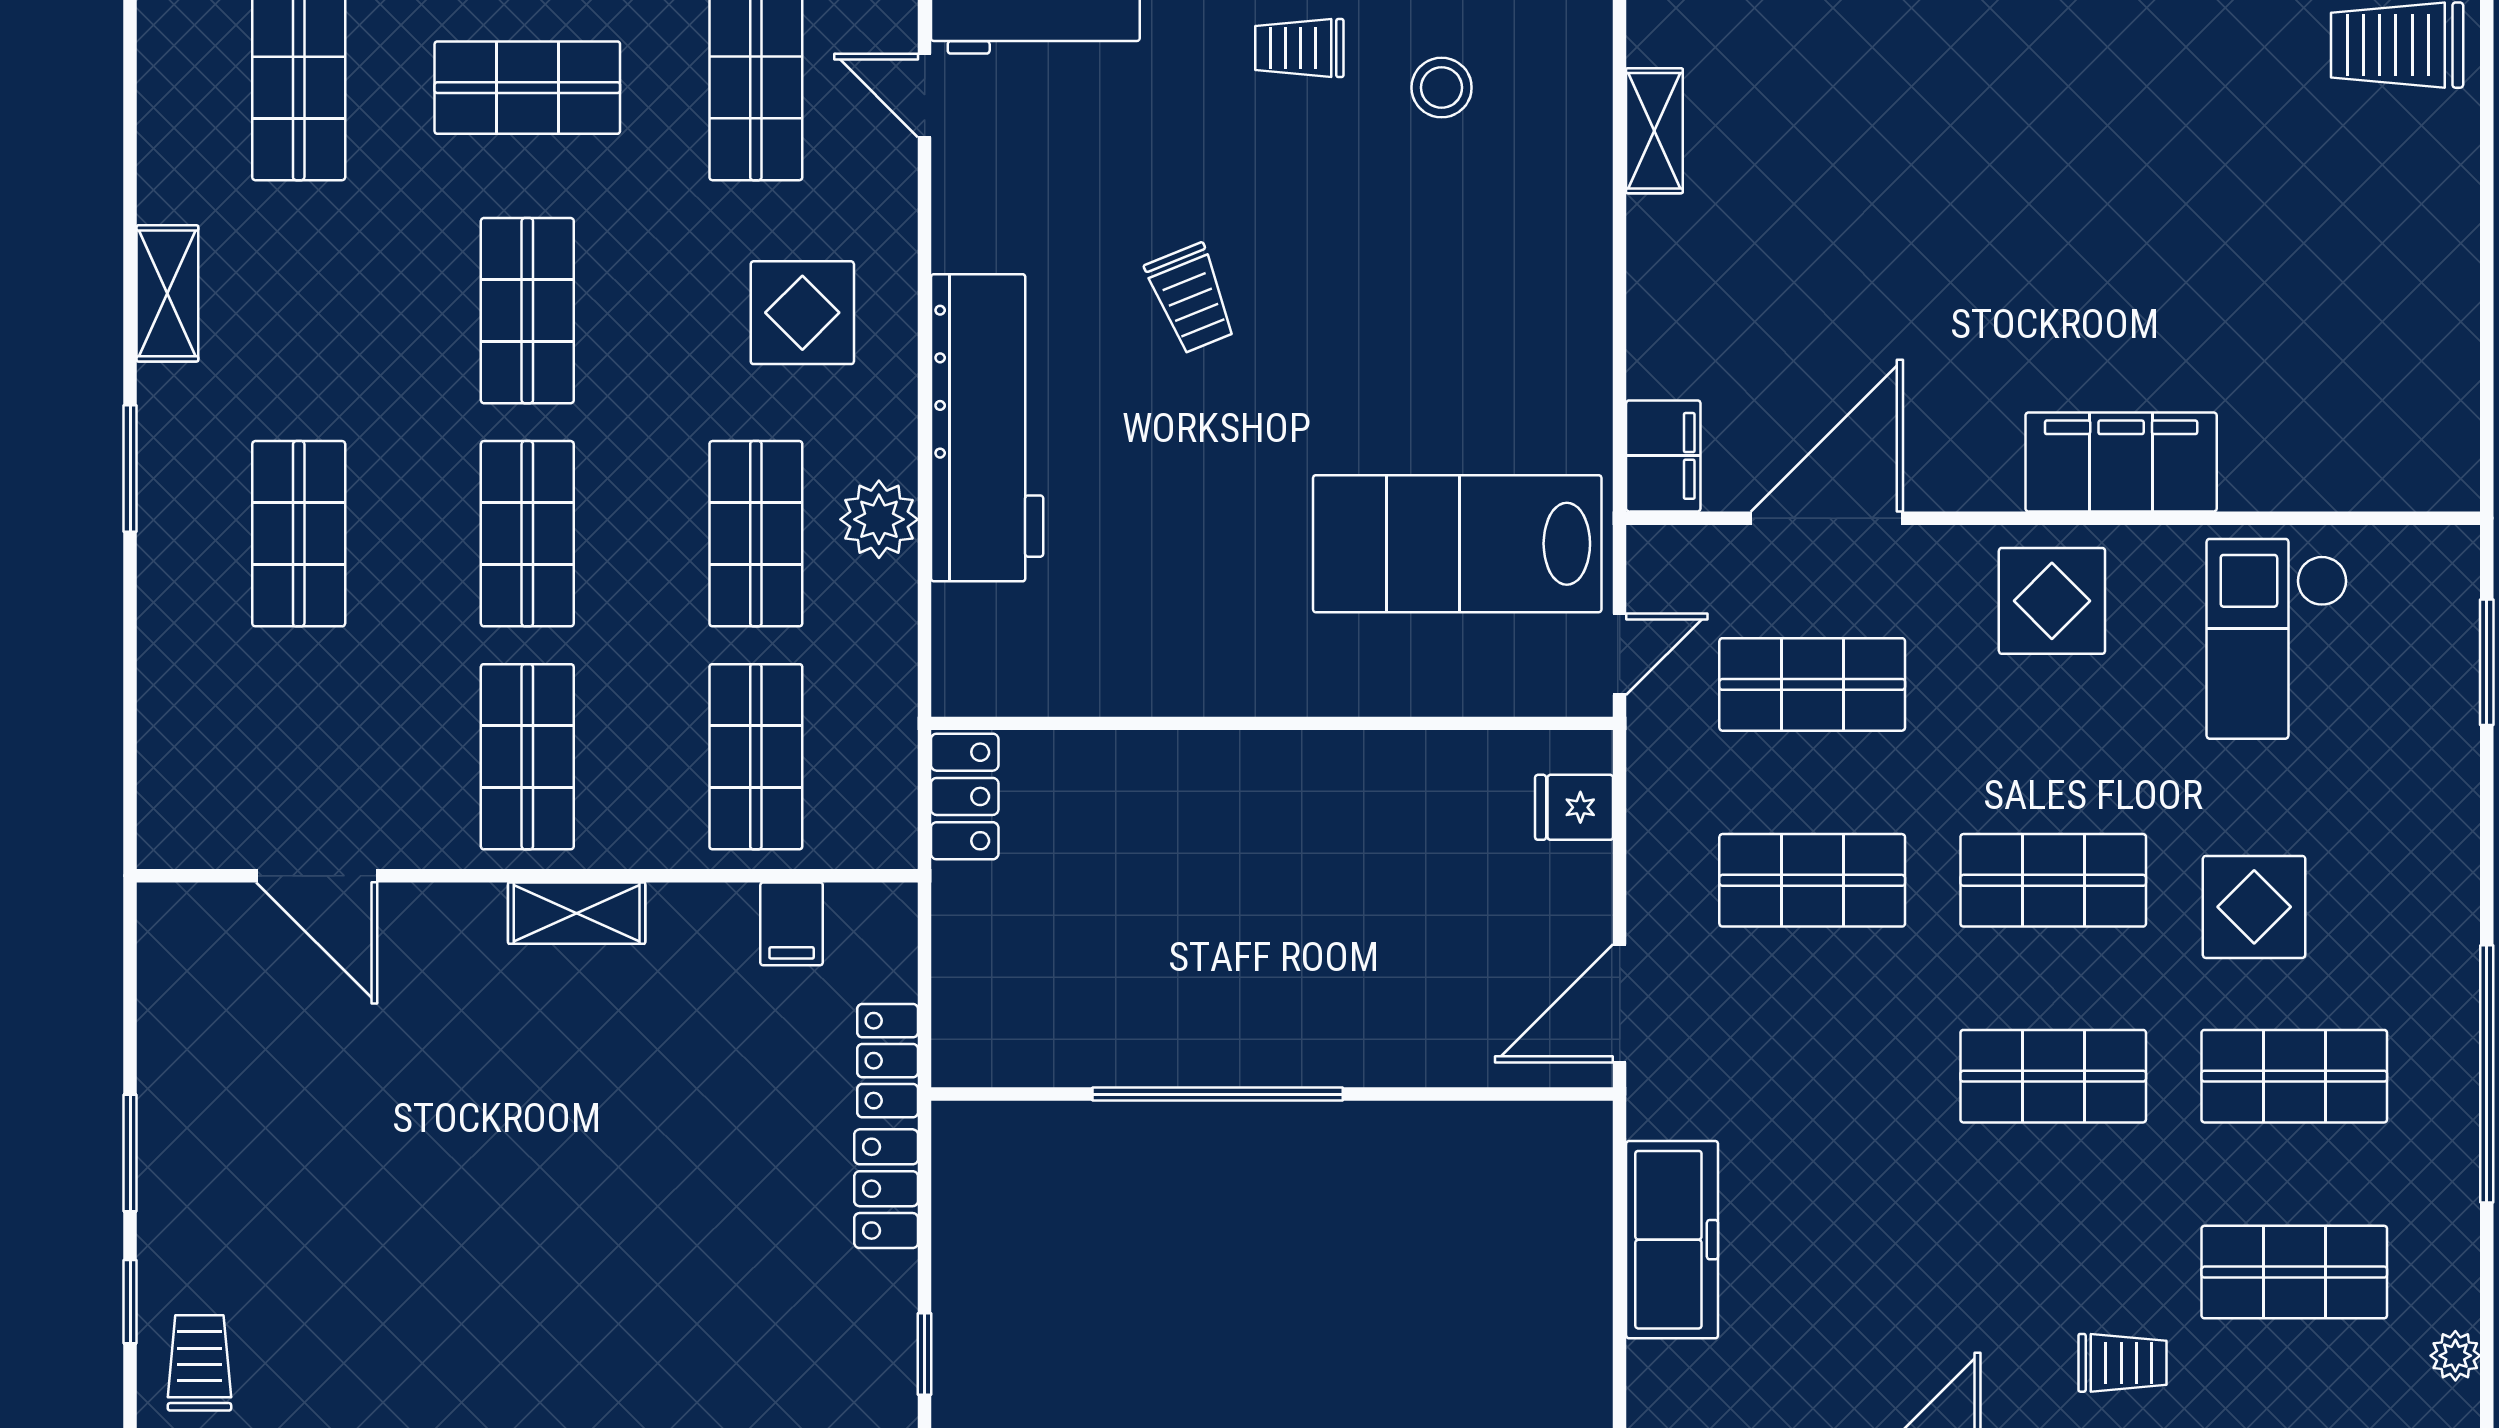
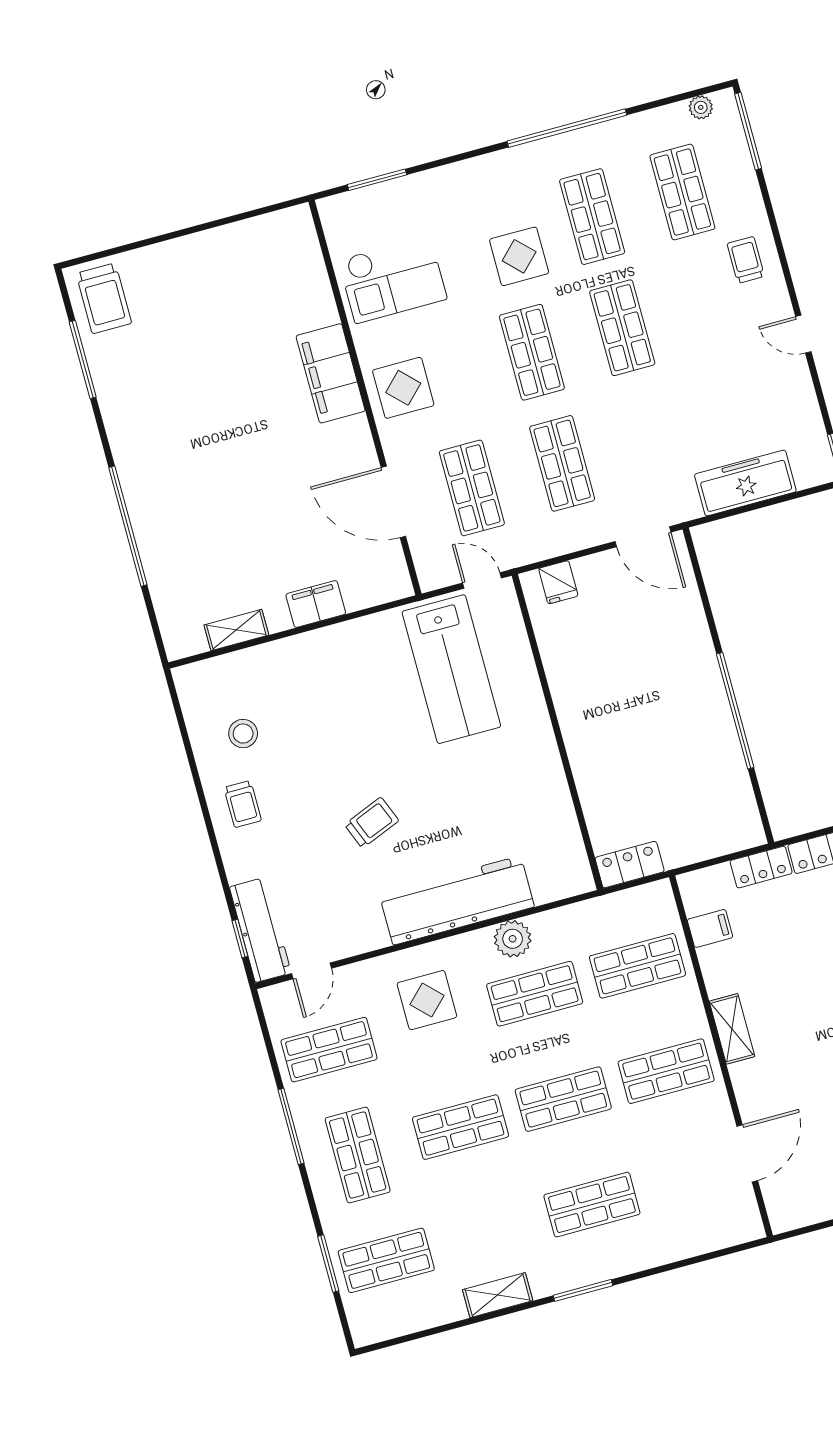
filing cabinet: (1663, 456) -> (316, 604), moved

